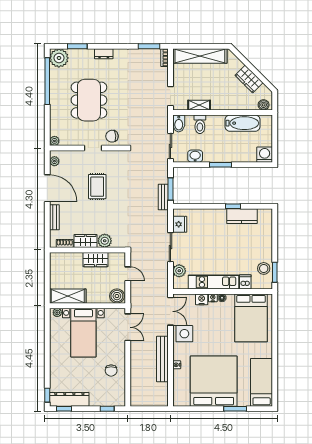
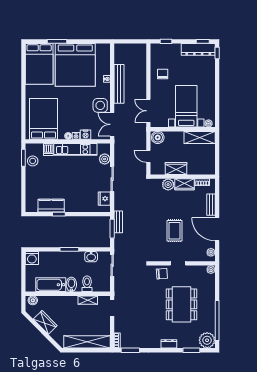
bidet: (179, 124) -> (71, 284), moved
bed: (262, 382) -> (39, 64), width x1.50

